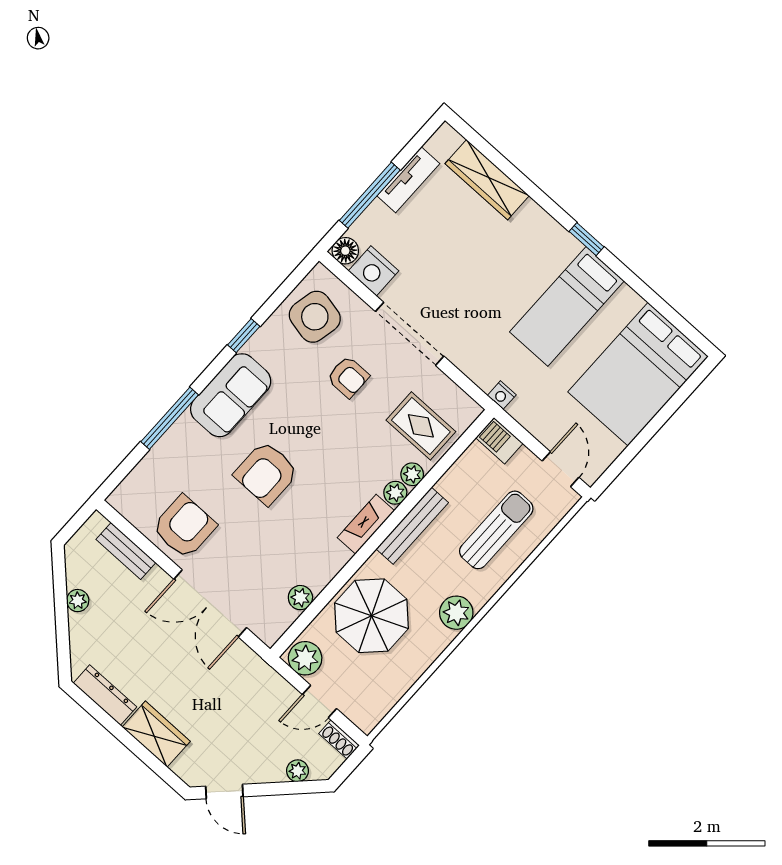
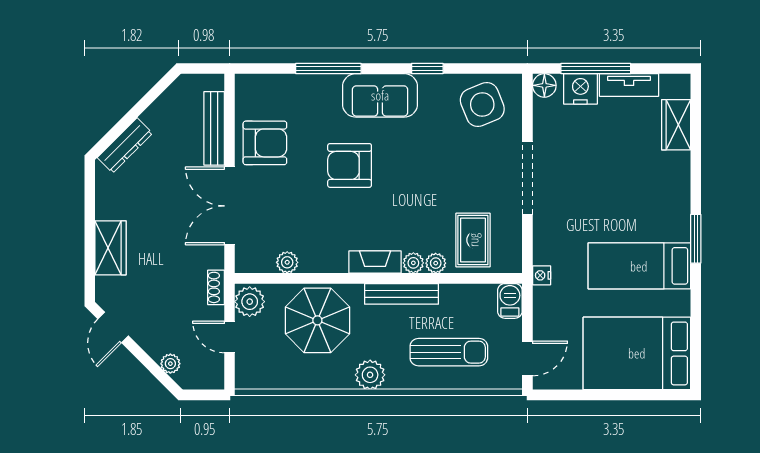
wardrobe: (487, 180) -> (676, 125), width x0.67
window: (587, 239) -> (696, 239), width x1.50
nightstand: (374, 271) -> (580, 89), moved, turned 90
side table: (315, 317) -> (482, 104), turned -34
armchair: (348, 377) -> (462, 163), removed
bench: (126, 551) -> (214, 128), width x1.36
plant: (78, 601) -> (152, 116), removed
dresser: (105, 695) -> (125, 145), moved, turned 45
shoe rack: (339, 739) -> (216, 287), moved

